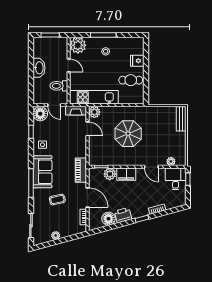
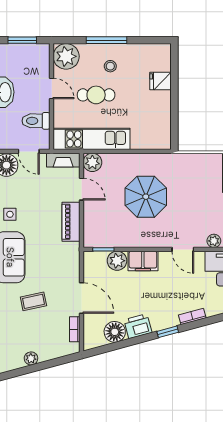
cafe table: (131, 80) -> (96, 95), moved
piano: (81, 170) -> (71, 222), moved

